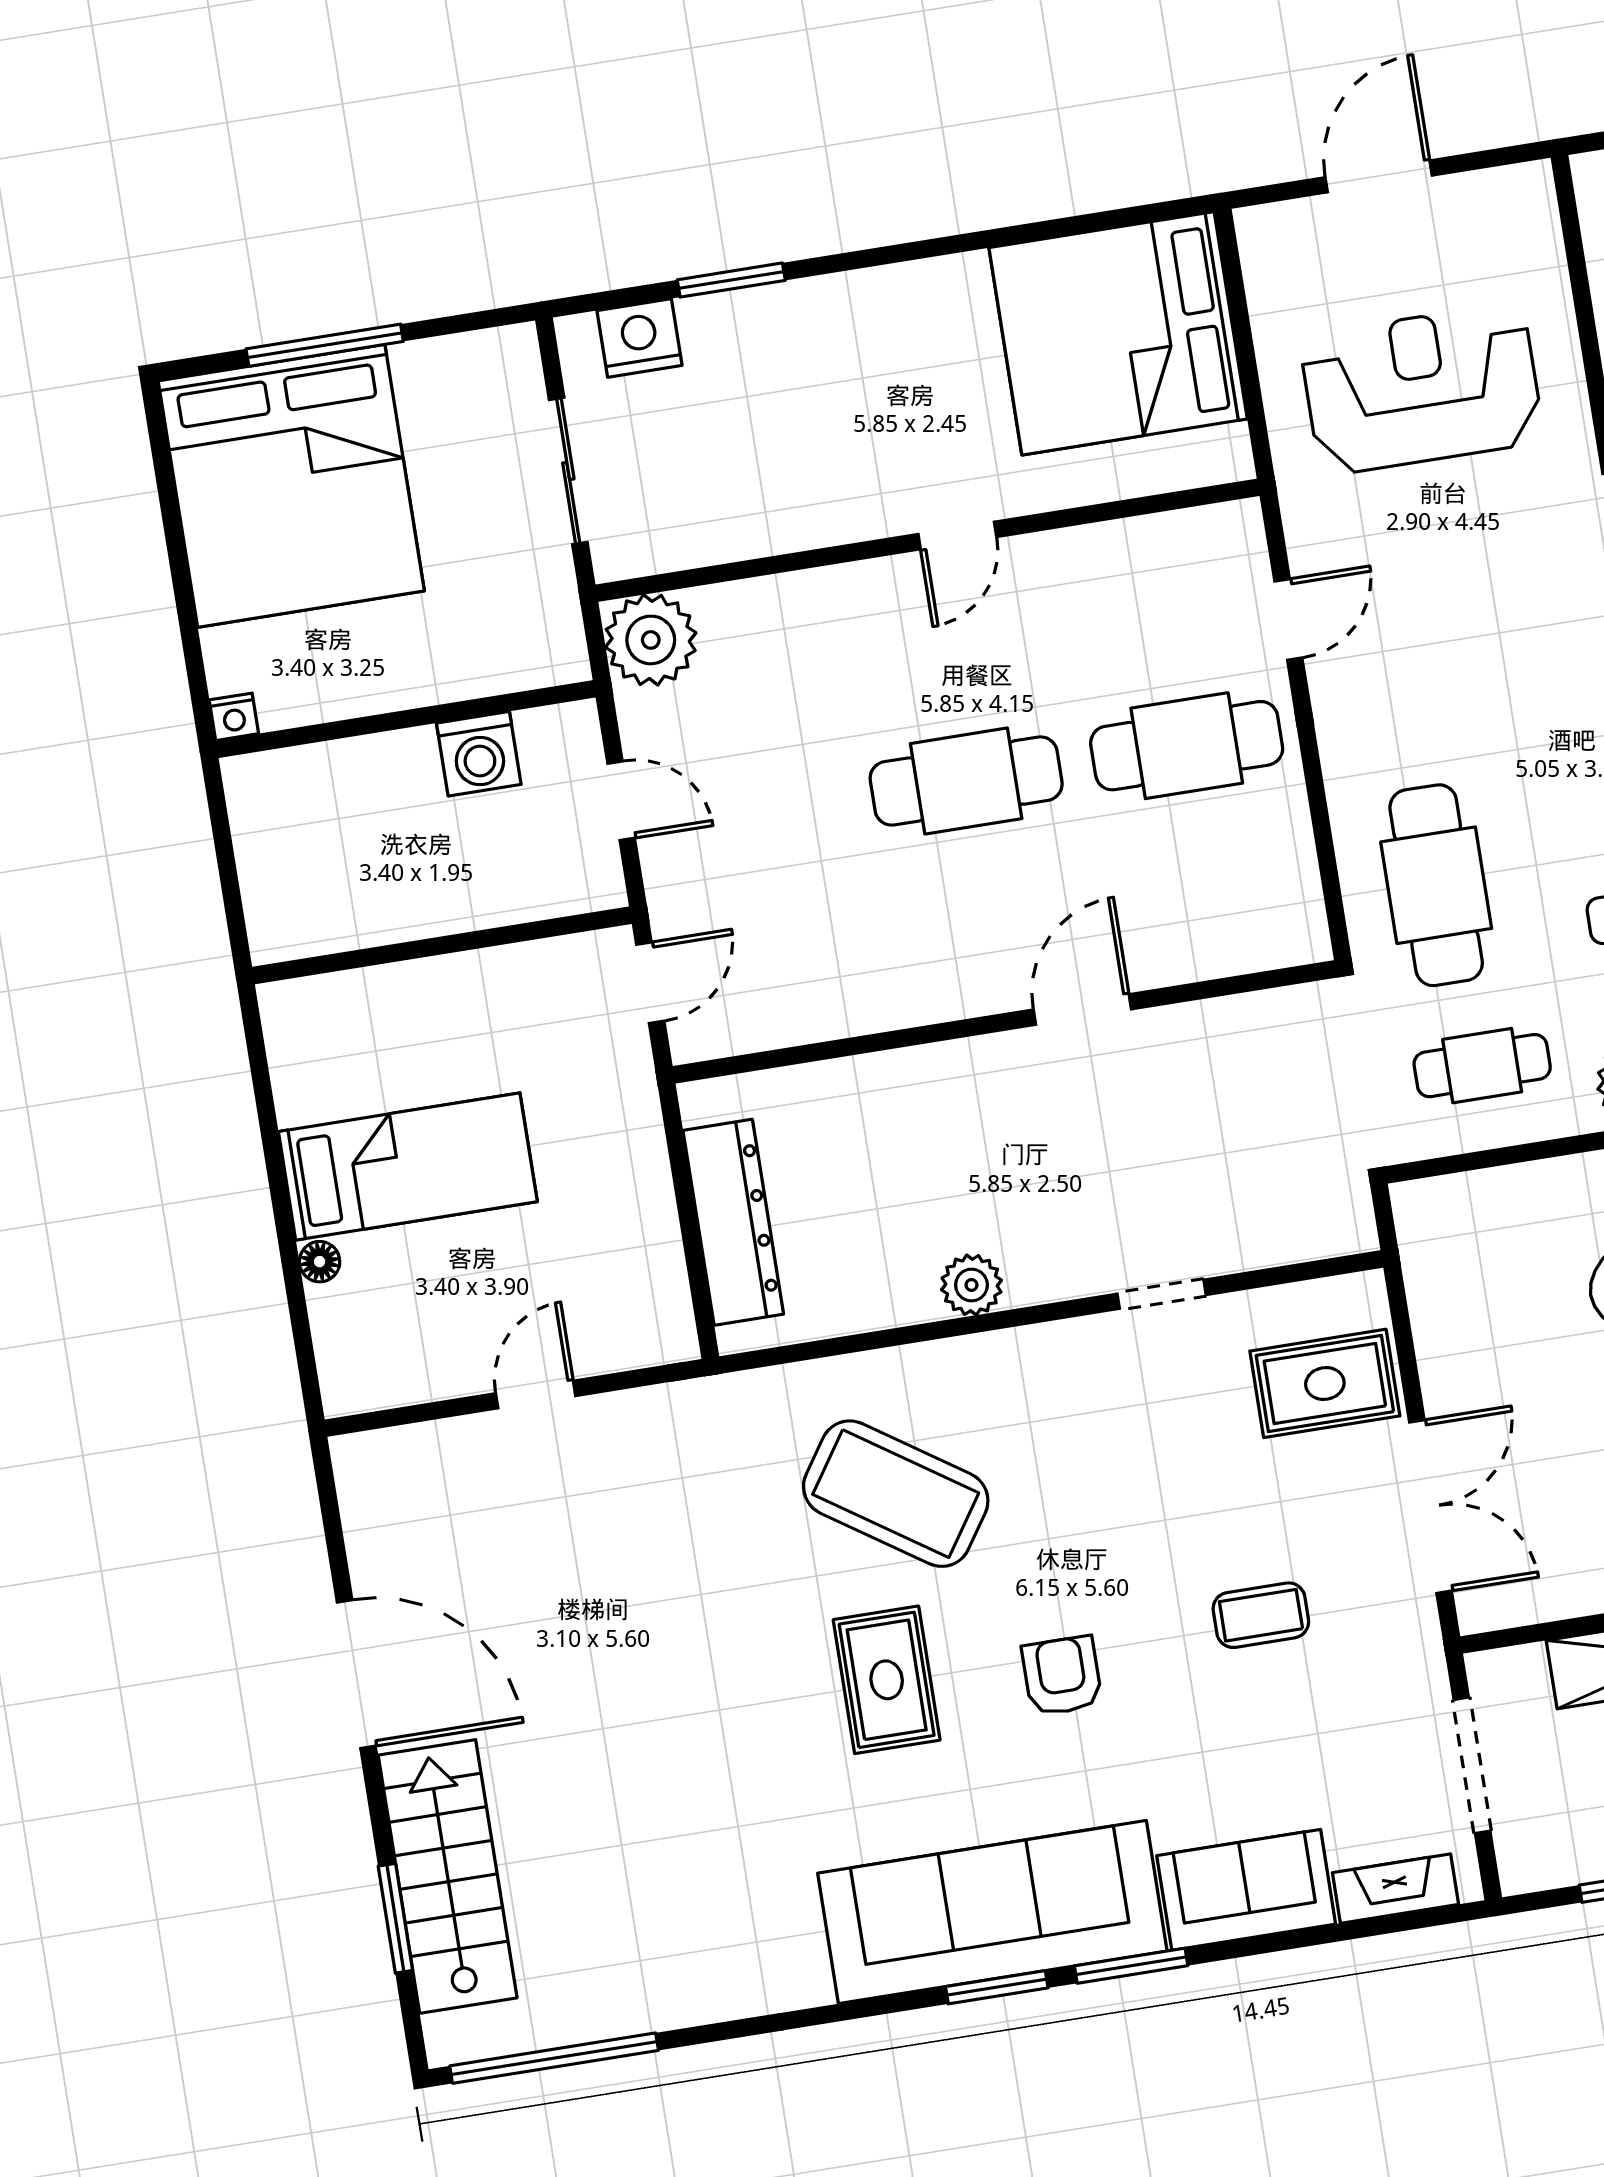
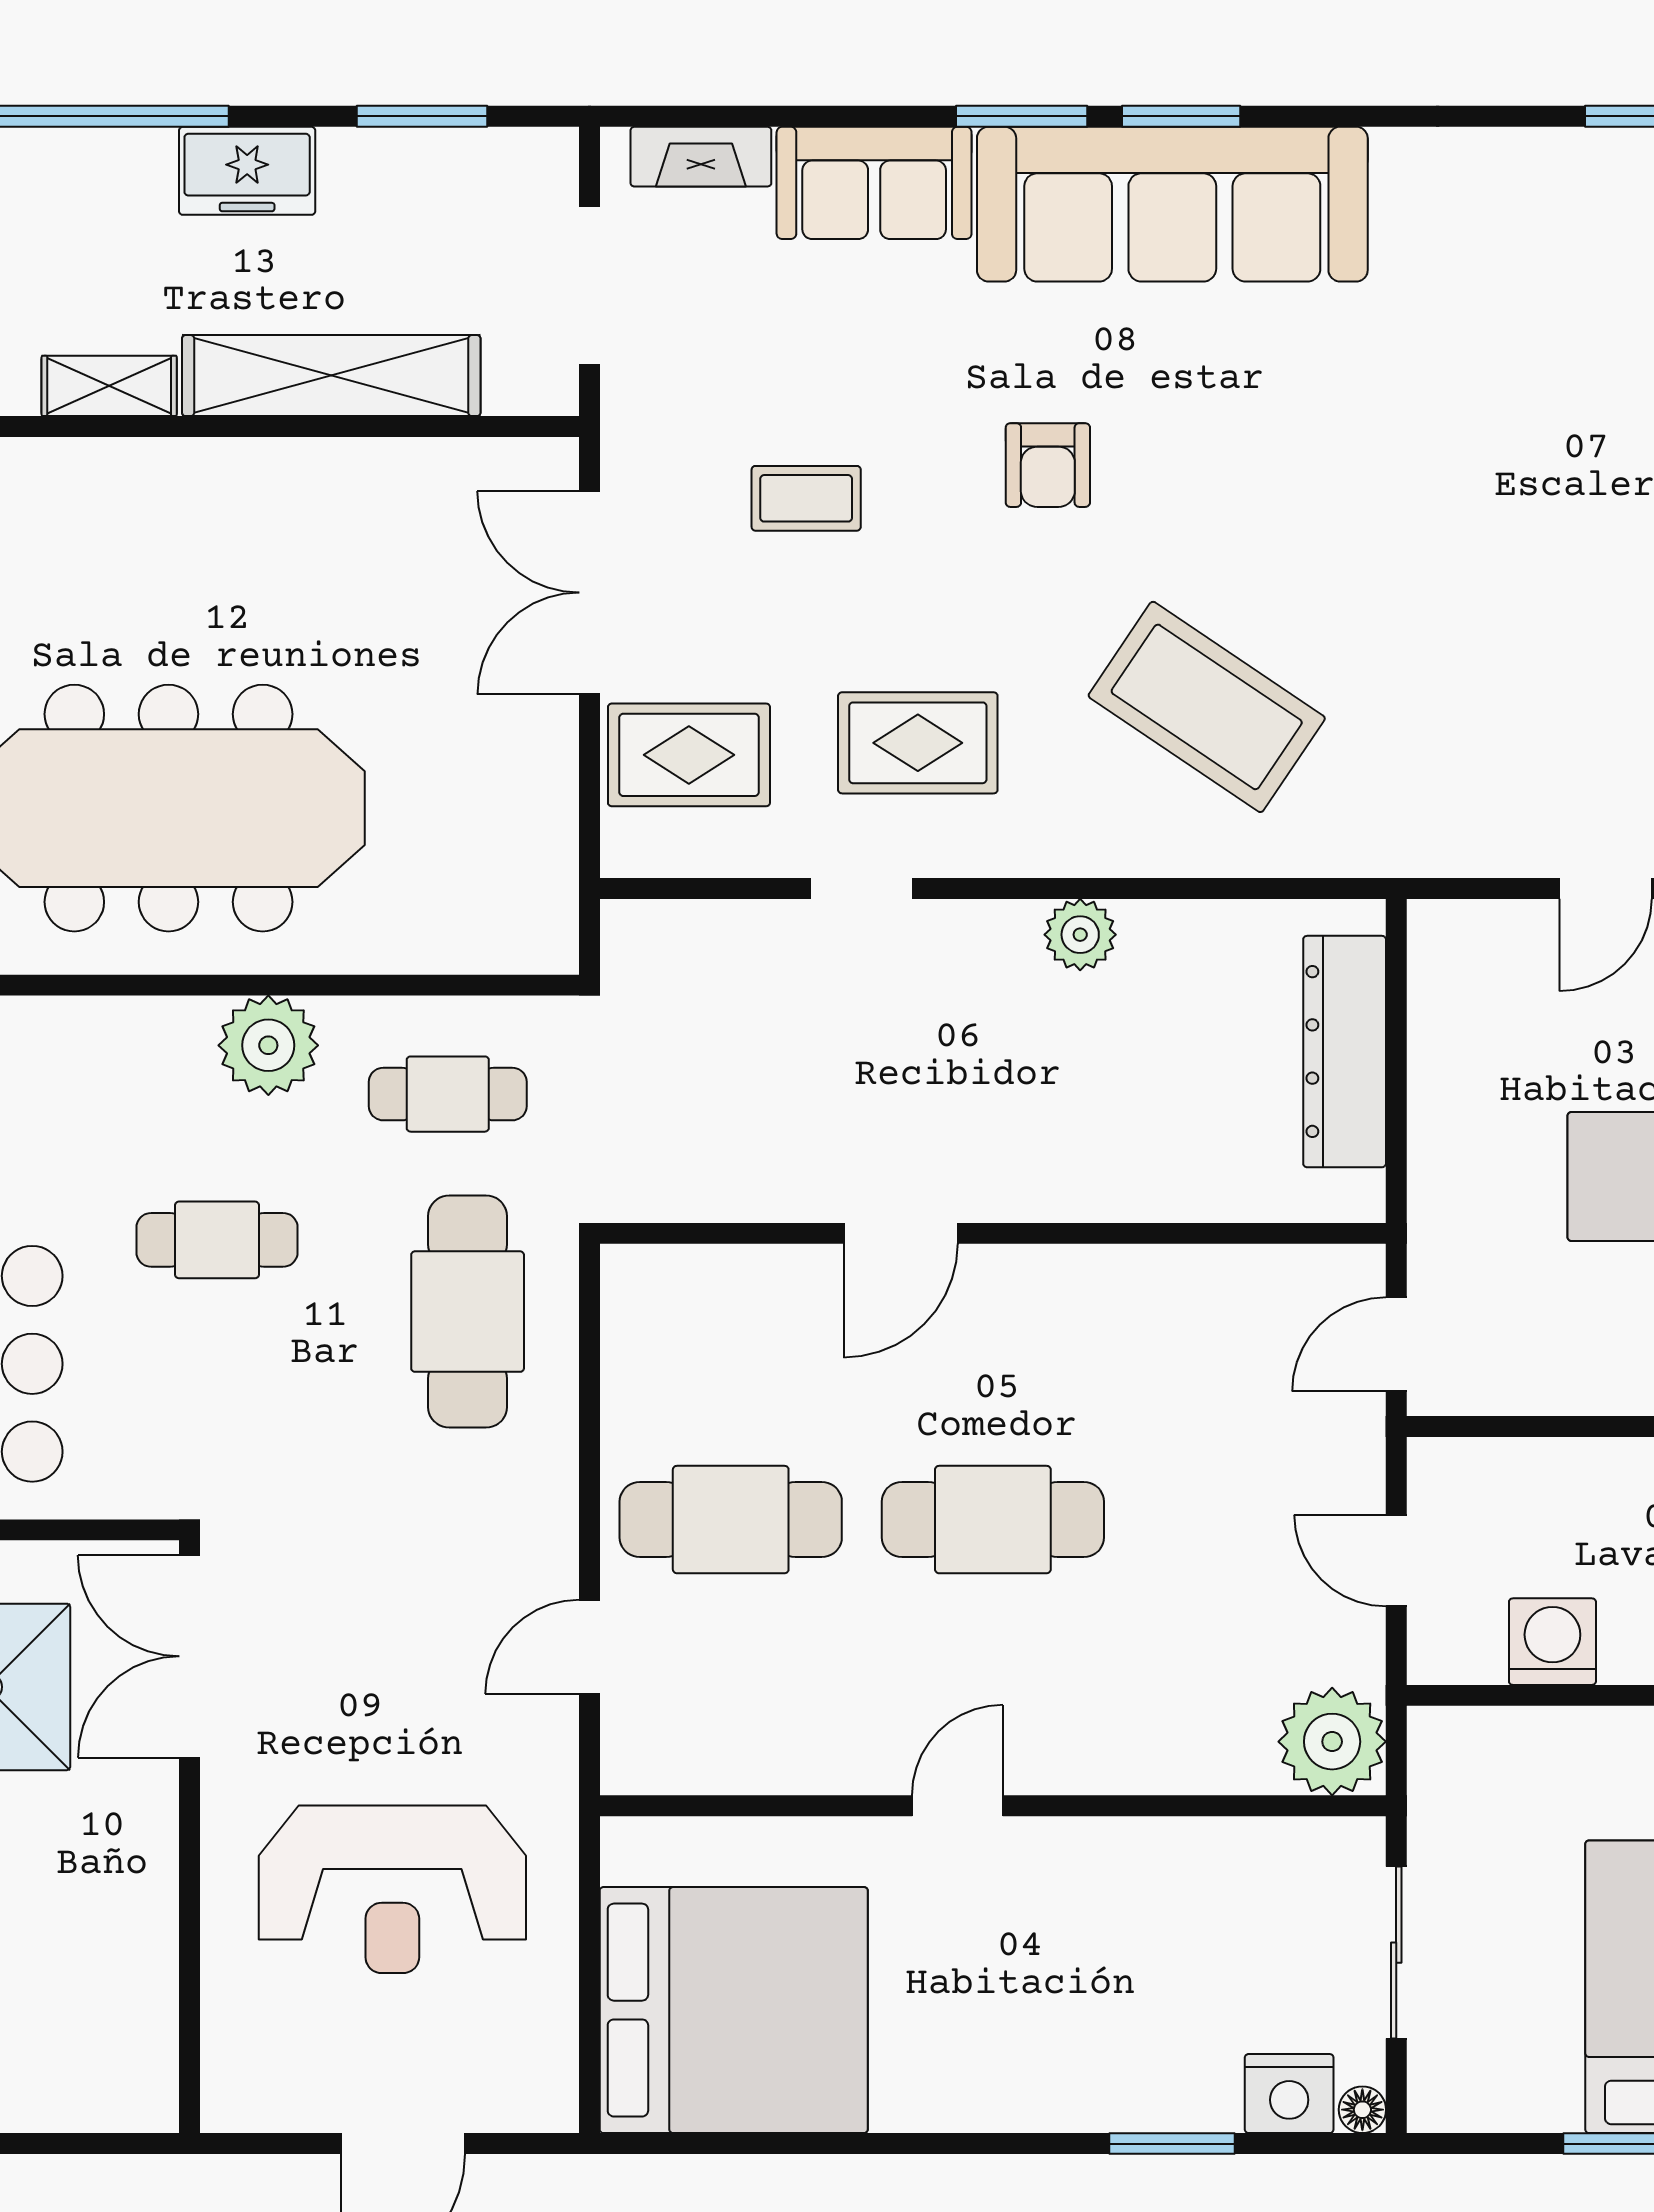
floor lamp: (576, 334) -> (1362, 2110), added
rug: (887, 1680) -> (918, 743), moved, turned 90

